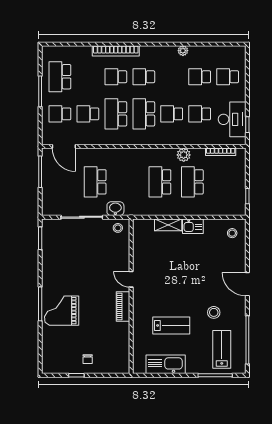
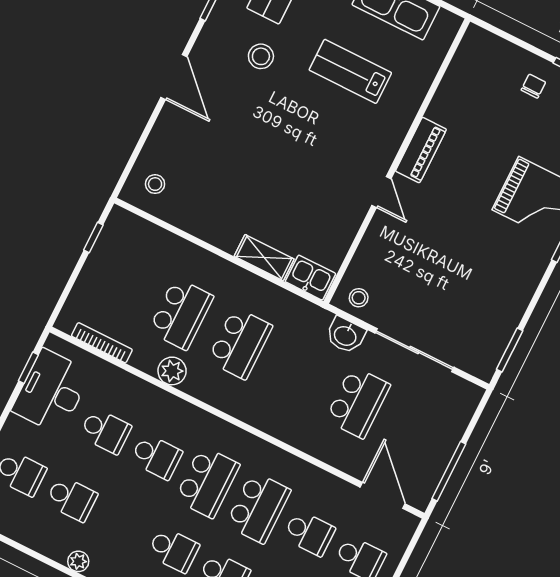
kitchen sink: (193, 226) -> (310, 278), moved

